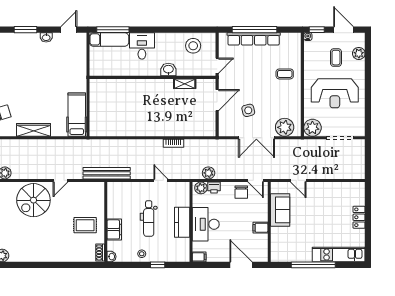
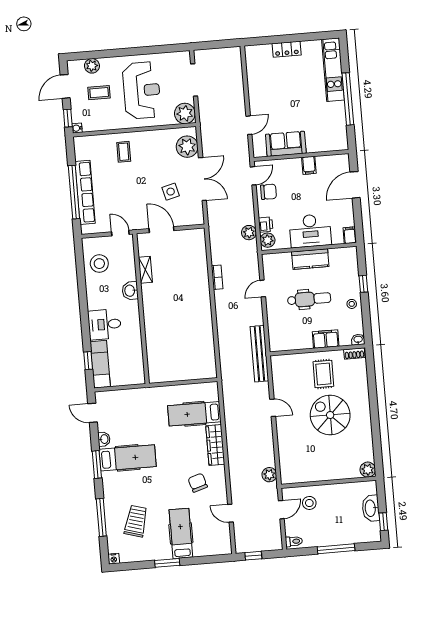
window: (113, 30) -> (88, 361), width x0.46
hospital bed: (29, 56) -> (128, 458), added
hospital bed: (77, 115) -> (194, 414), moved
spiral stairs: (33, 200) -> (330, 415), moved, turned 180

